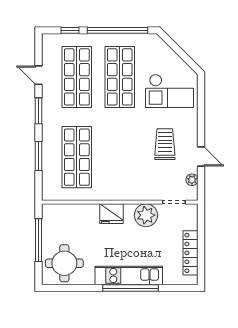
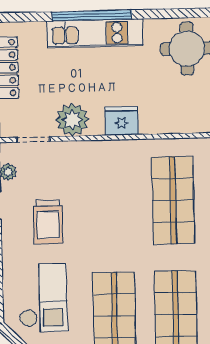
checkout: (169, 91) -> (43, 298), turned 90

